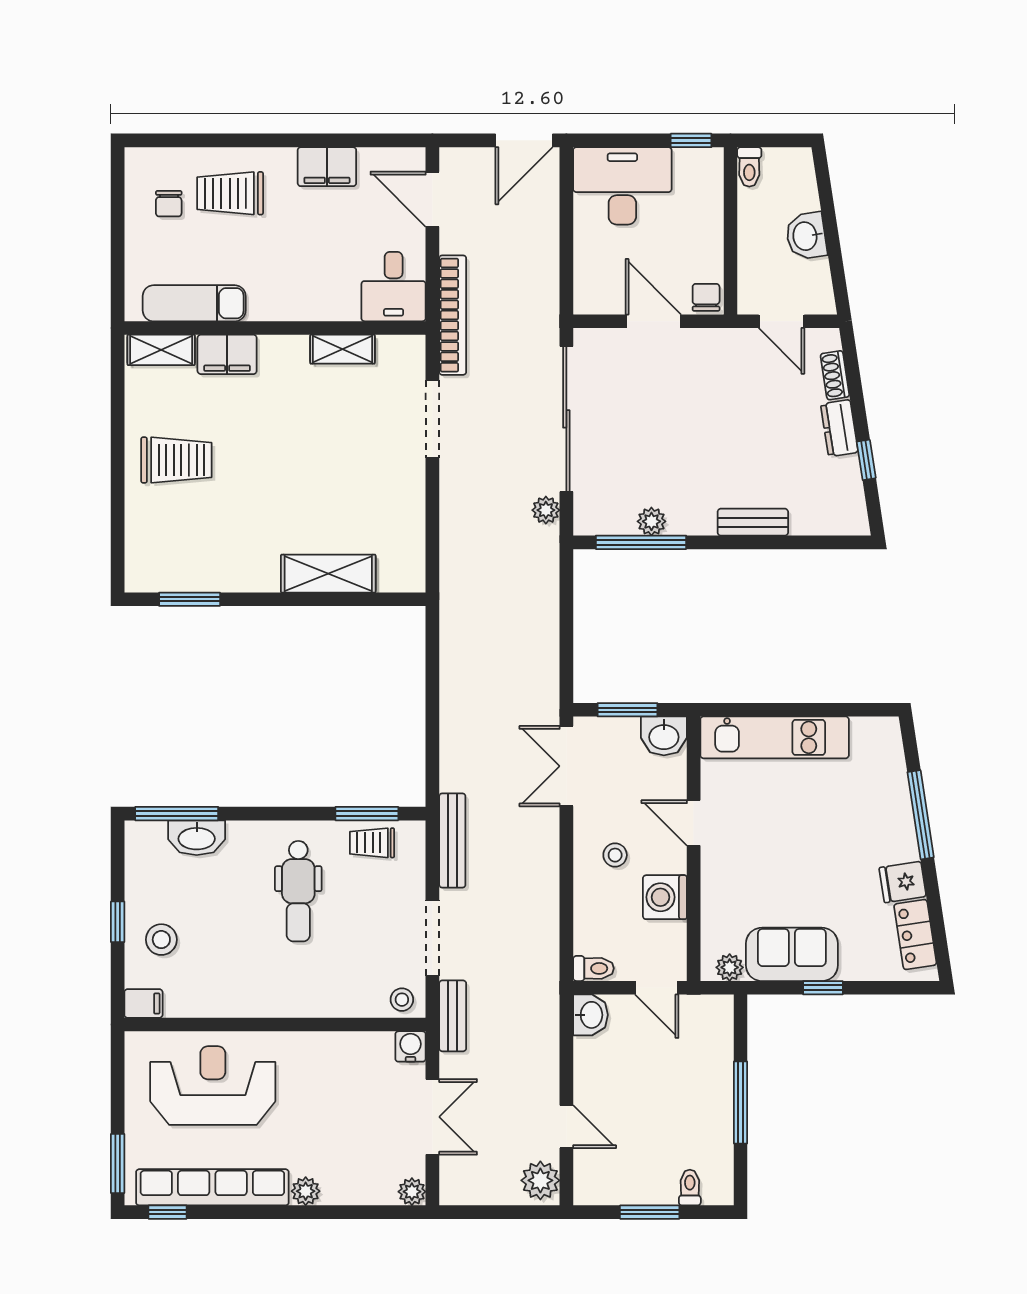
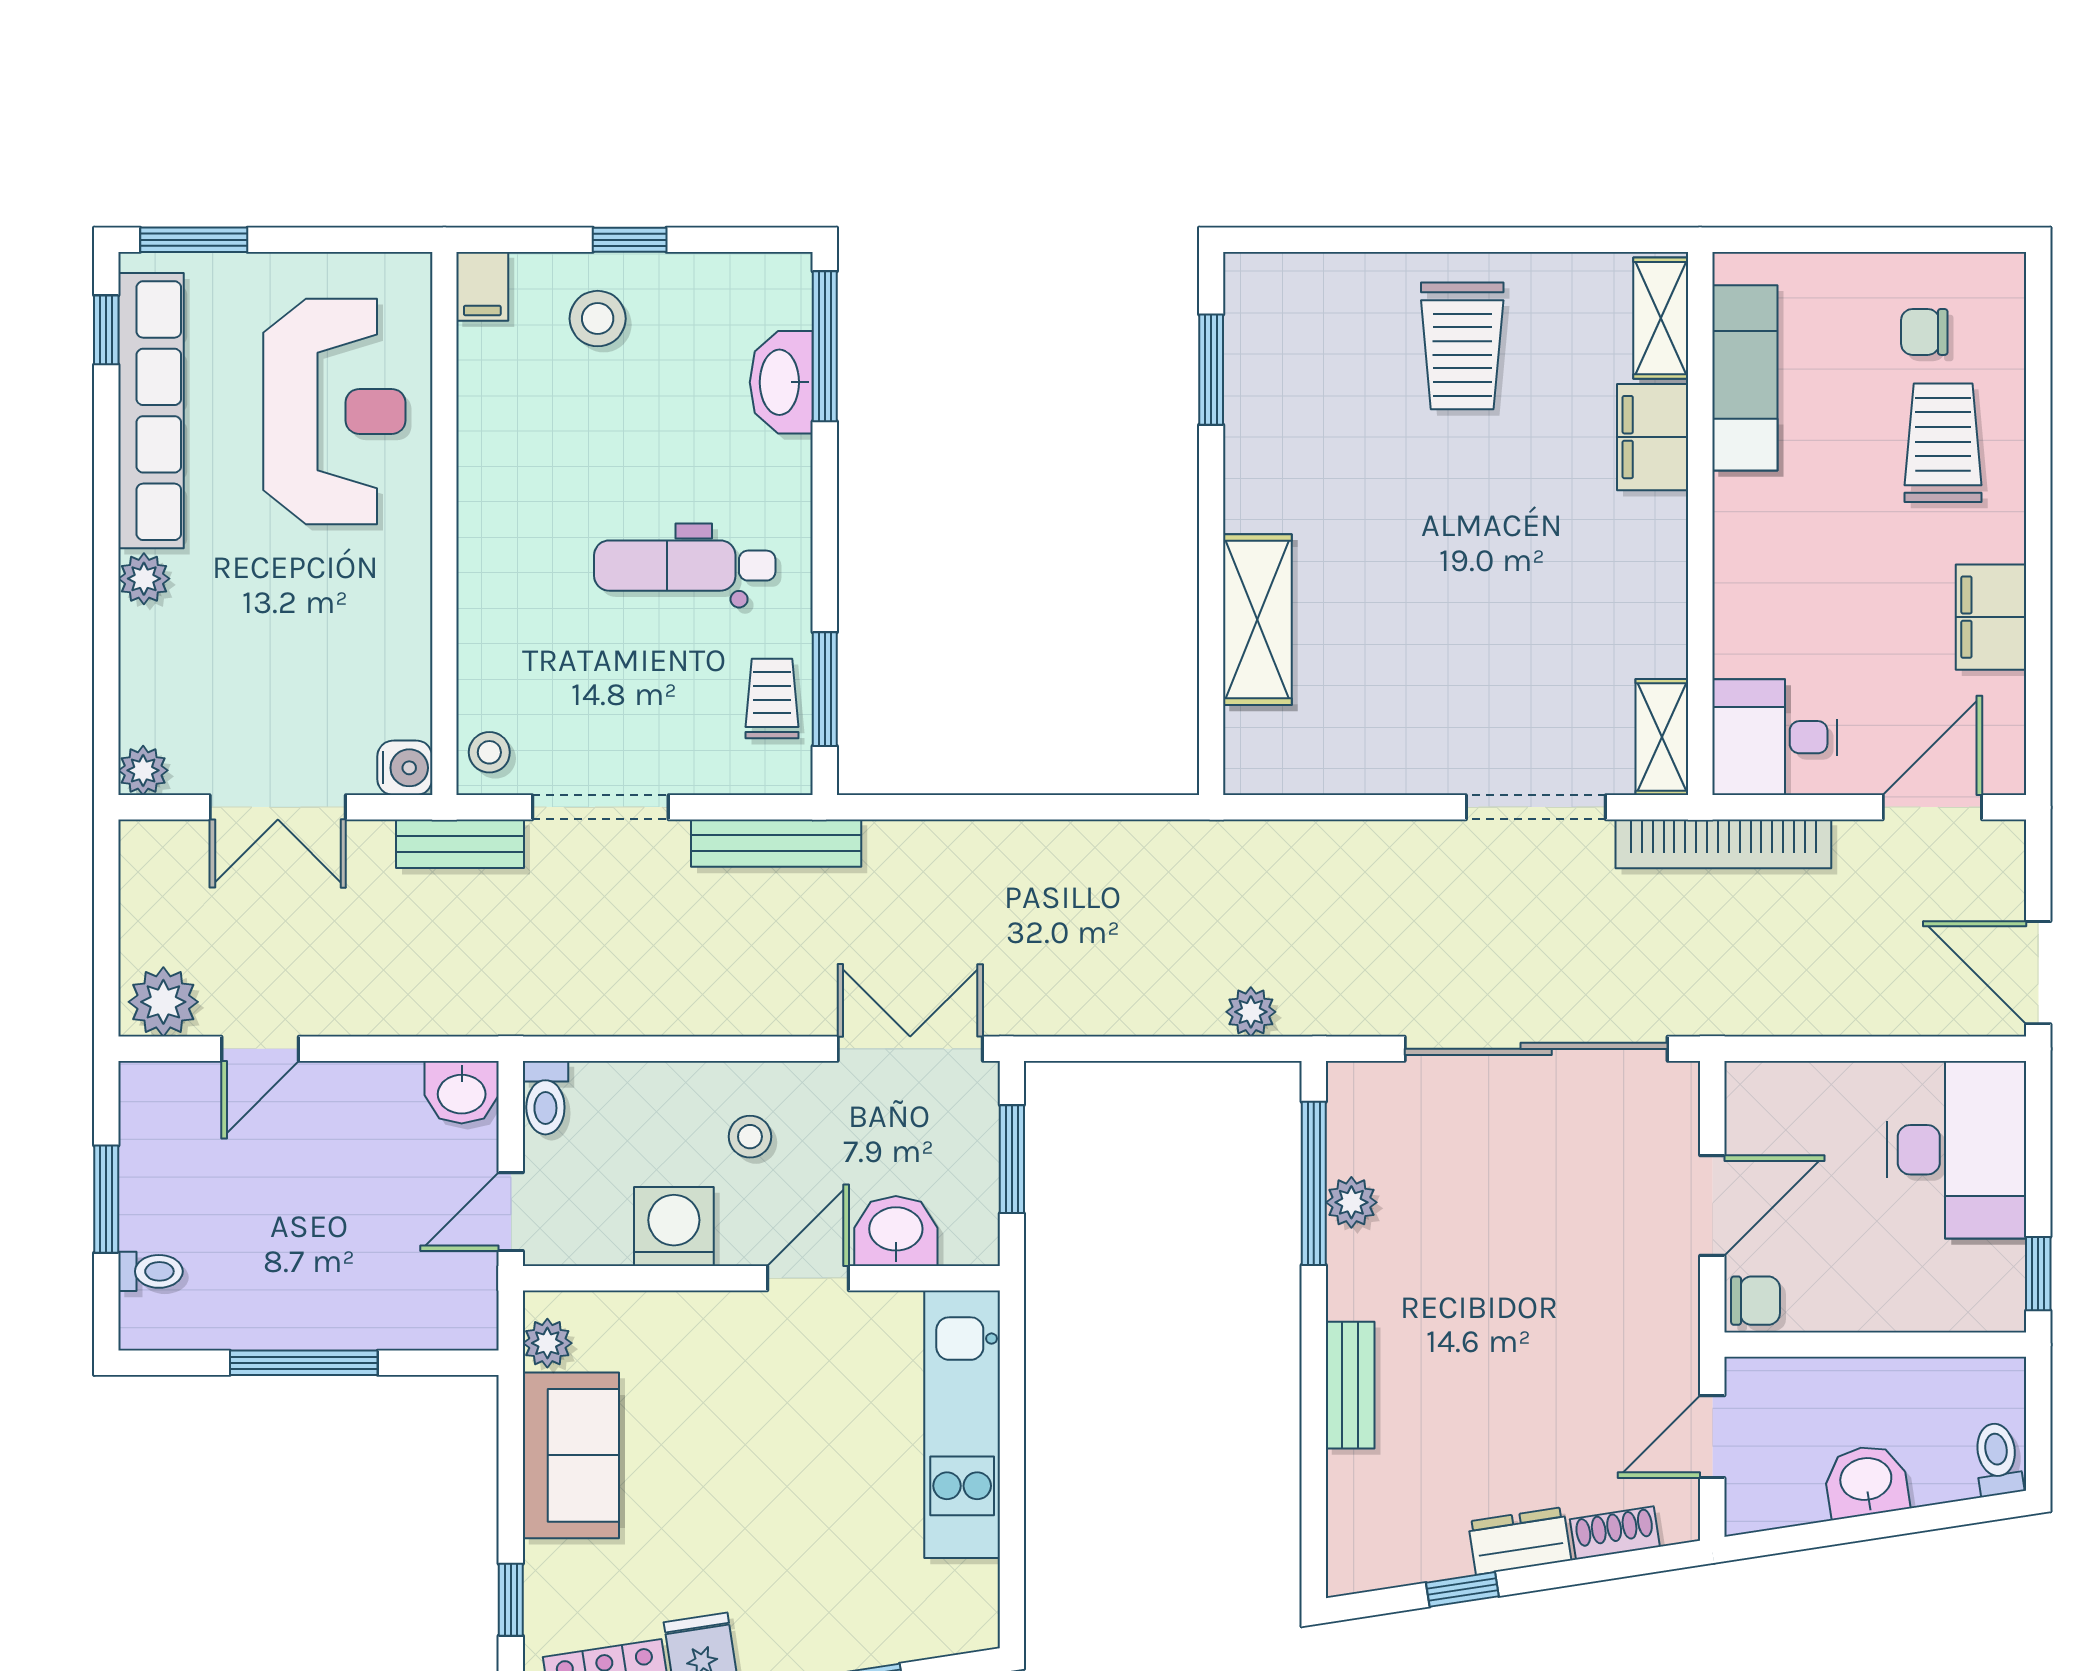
toilet: (749, 167) -> (1998, 1459), moved, turned 81
shelving: (342, 349) -> (1662, 737), moved
plant: (546, 510) -> (1251, 1012), moved
washbasin: (664, 736) -> (896, 1231), moved, turned 90
window: (823, 988) -> (511, 1600), moved

